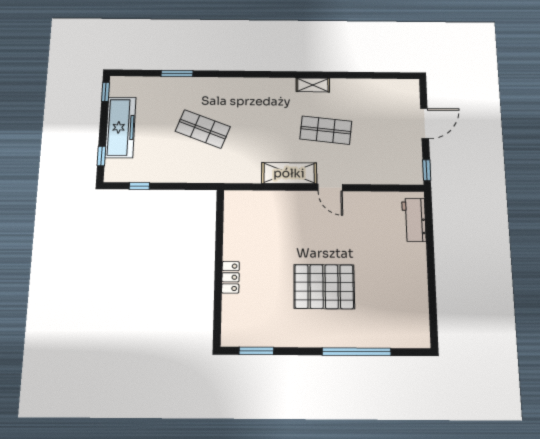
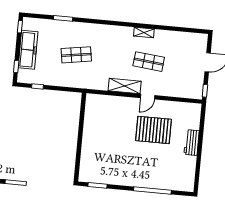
shop shelf: (203, 129) -> (76, 55), turned -30
door: (330, 188) -> (148, 97), hinge flipped
workbench: (414, 220) -> (192, 142), moved
locker: (230, 277) -> (86, 144), removed
pallet: (324, 287) -> (153, 130), moved

